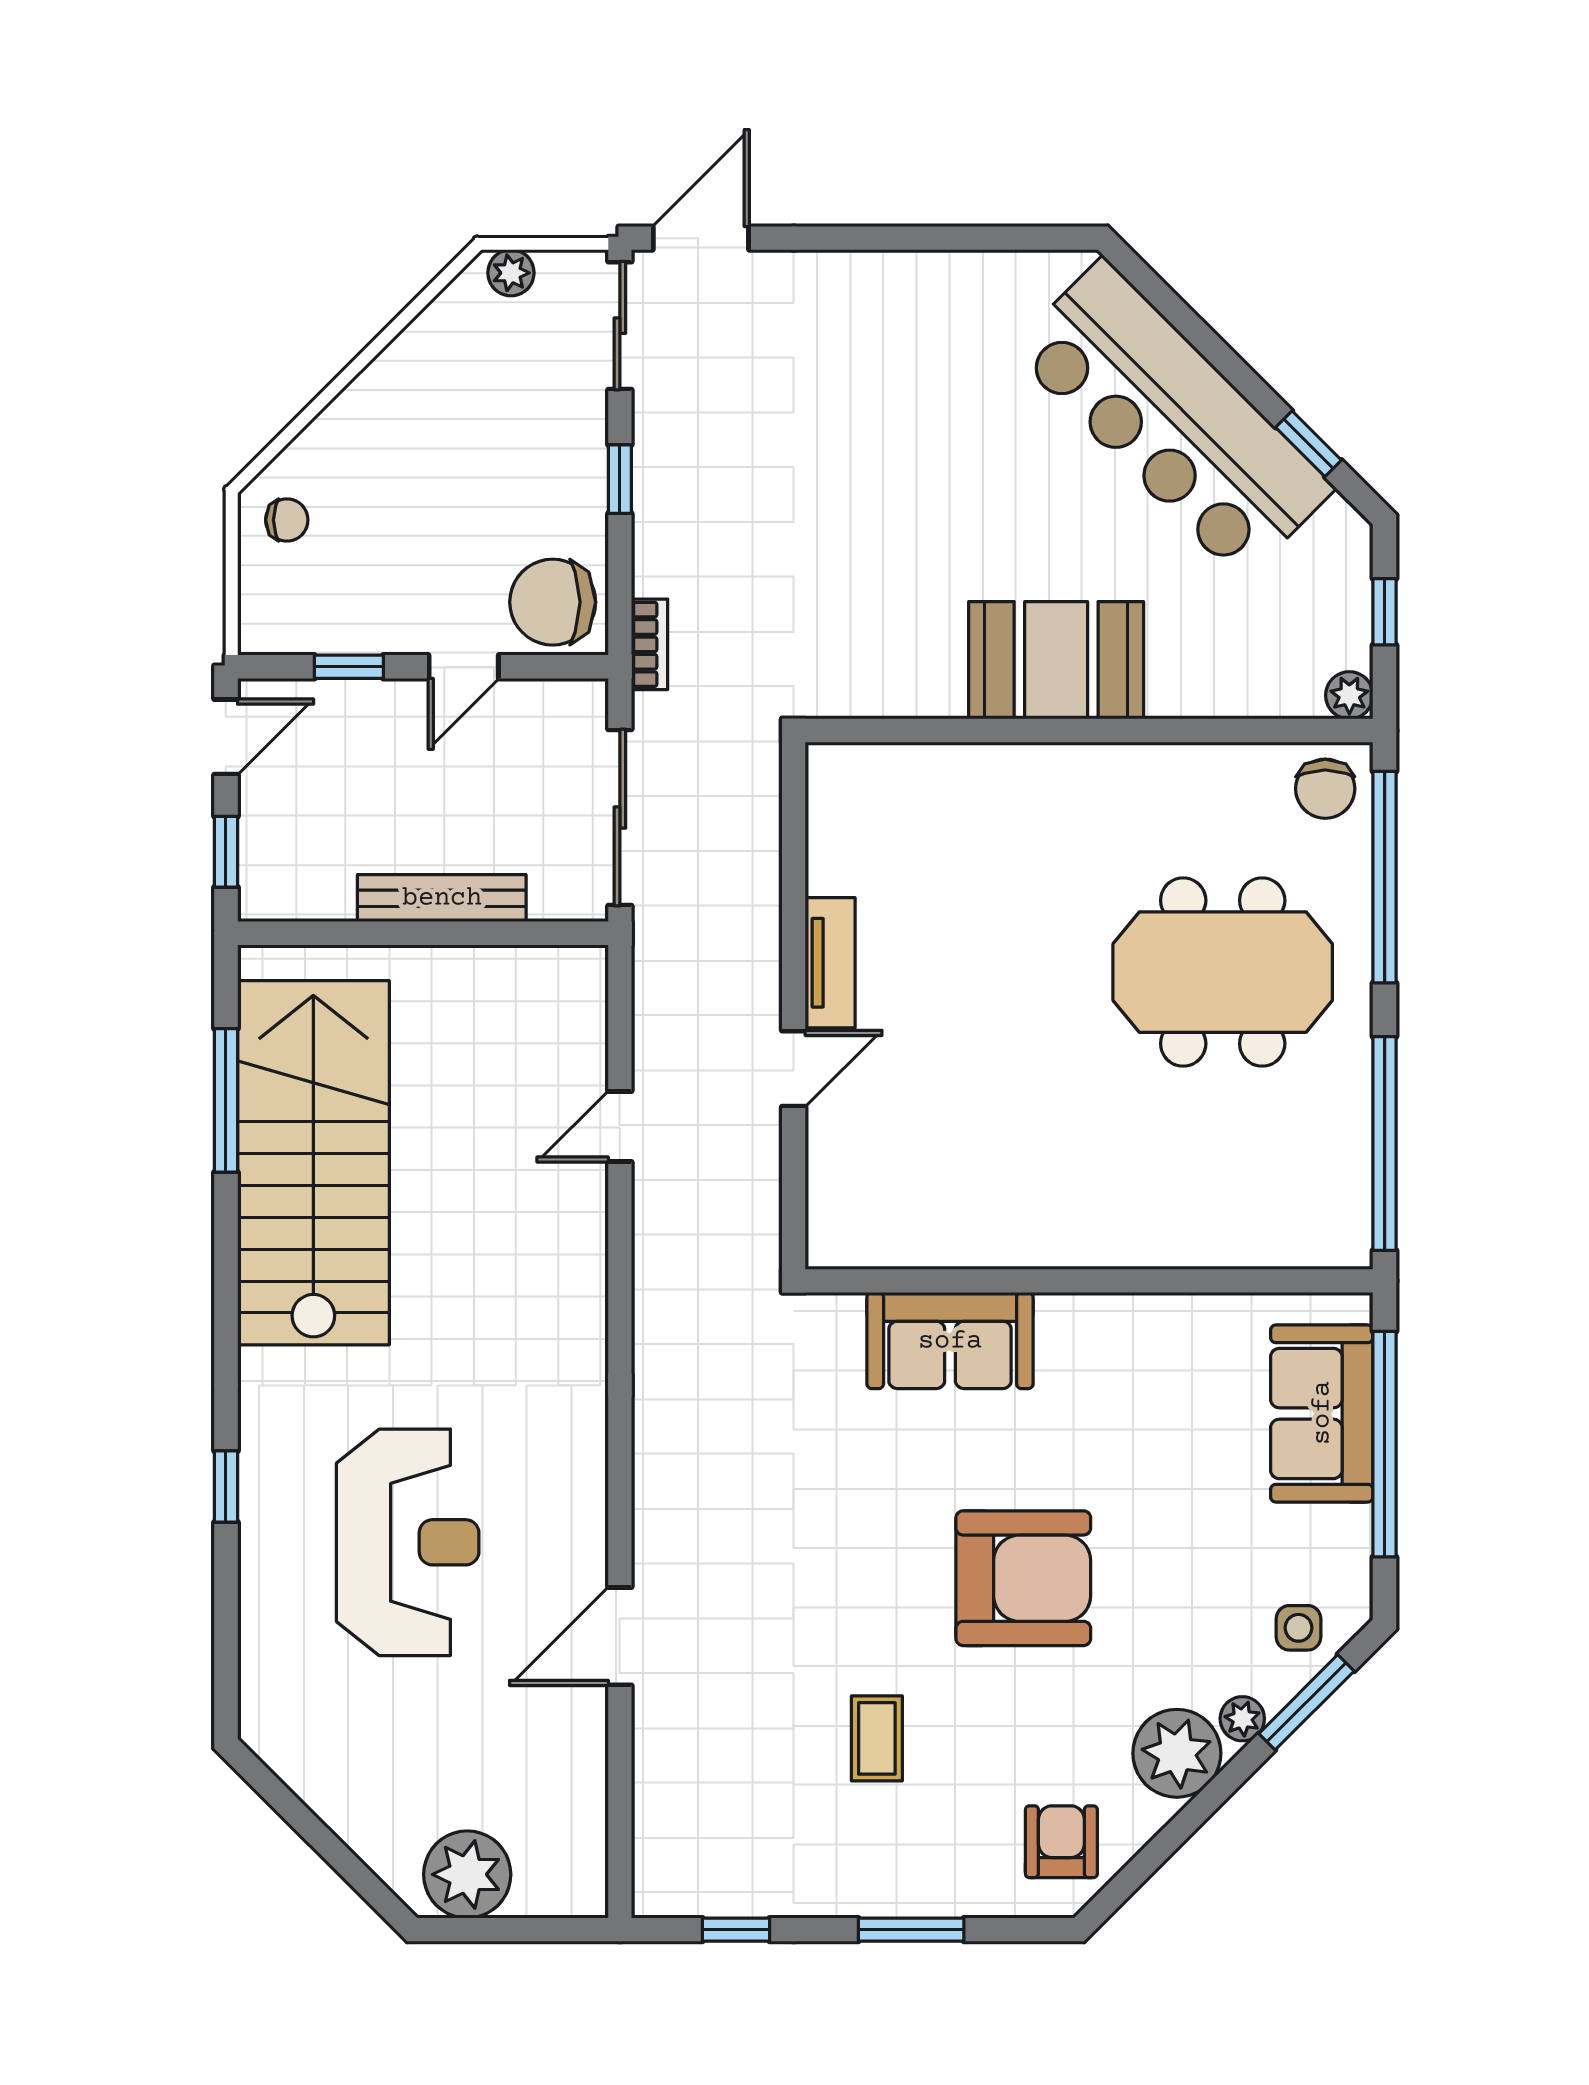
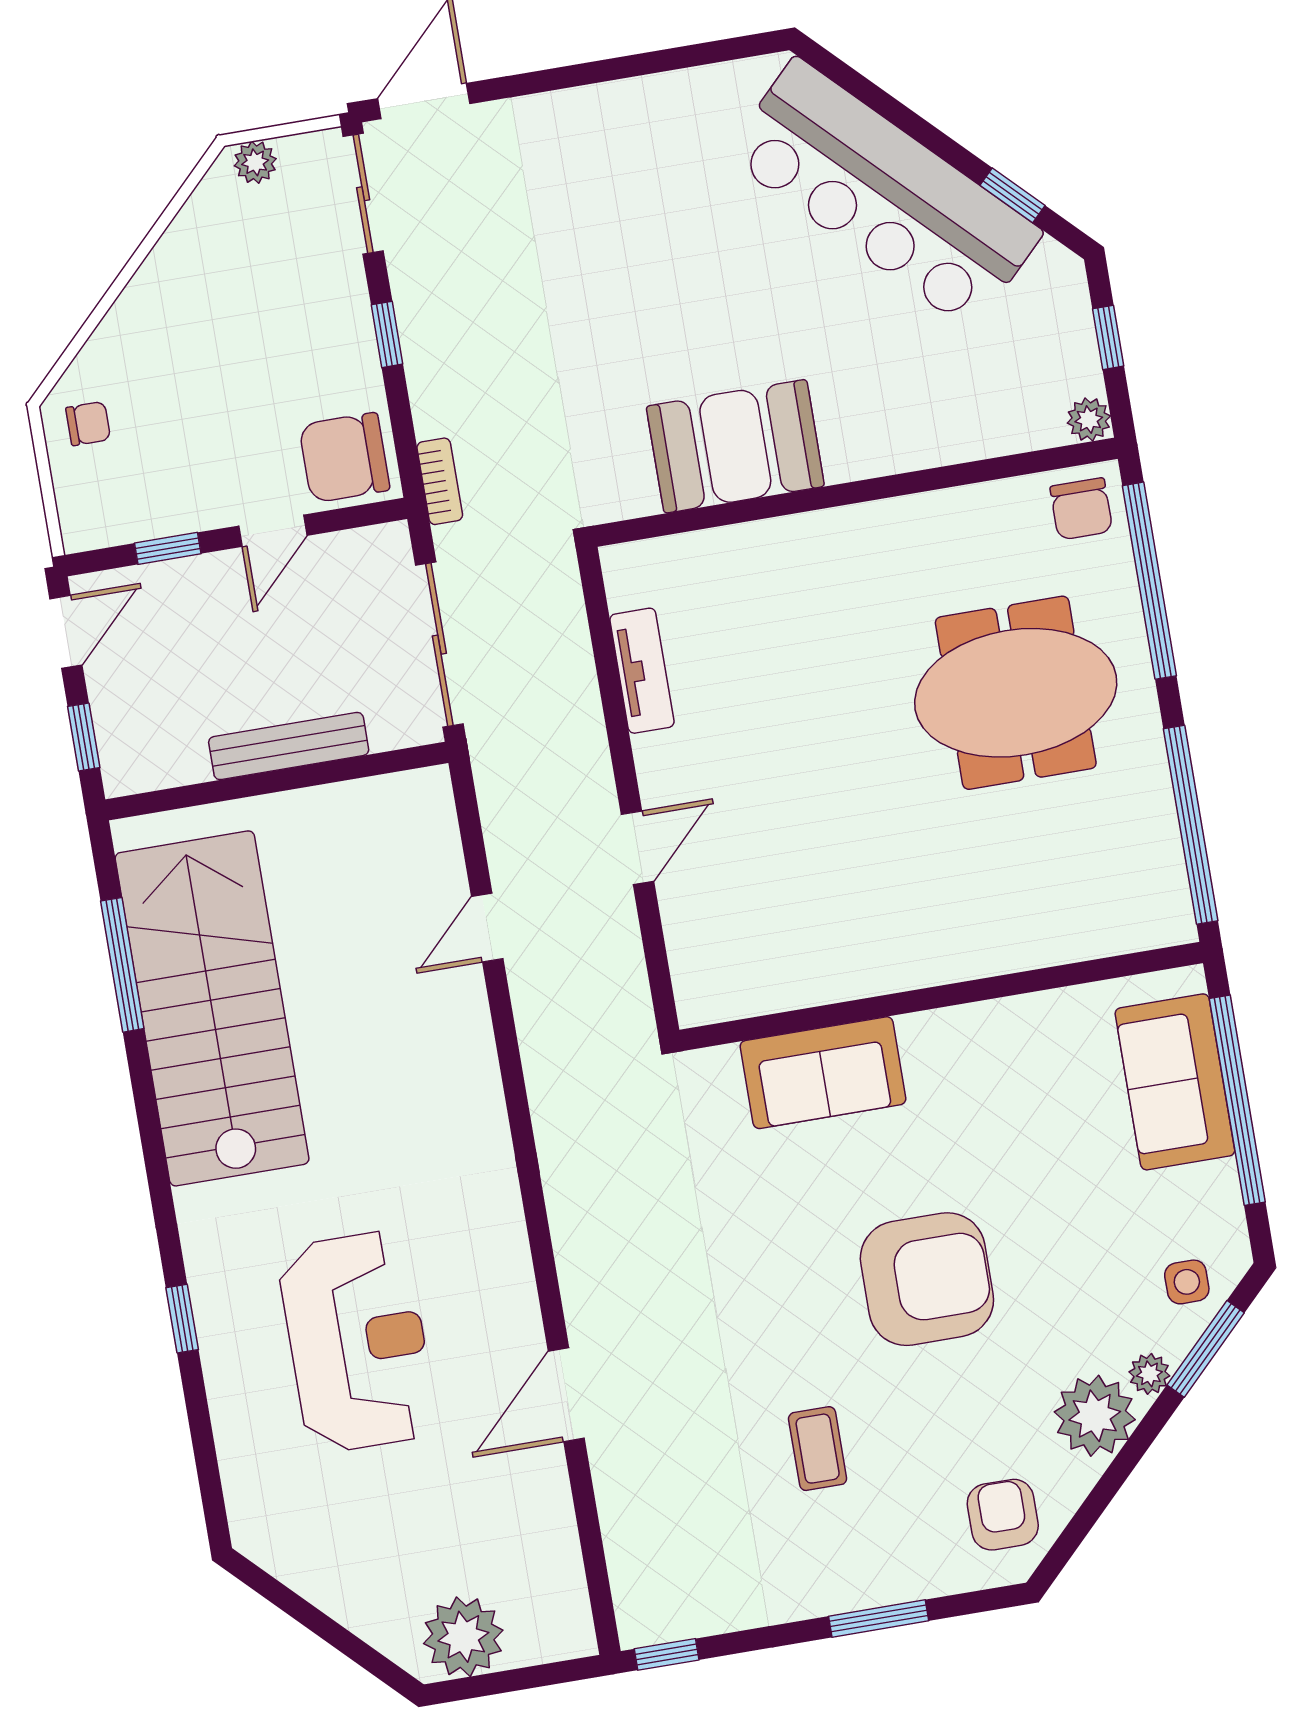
booth: (1056, 660) -> (735, 446), moved
tv unit: (830, 963) -> (642, 671), moved
window: (736, 1930) -> (667, 1654), moved

